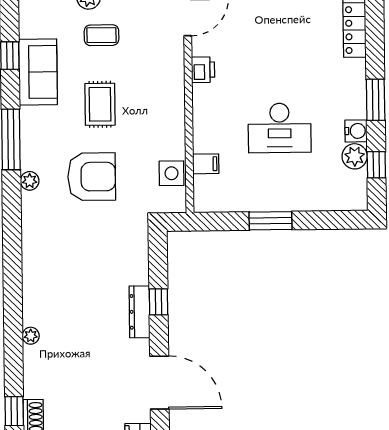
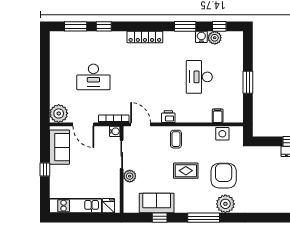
coffee table: (102, 35) -> (176, 139), moved
sofa: (38, 72) -> (157, 203), moved
desk: (280, 128) -> (199, 77), turned 180
plant: (30, 181) -> (225, 204), width x1.87, depth x1.87

